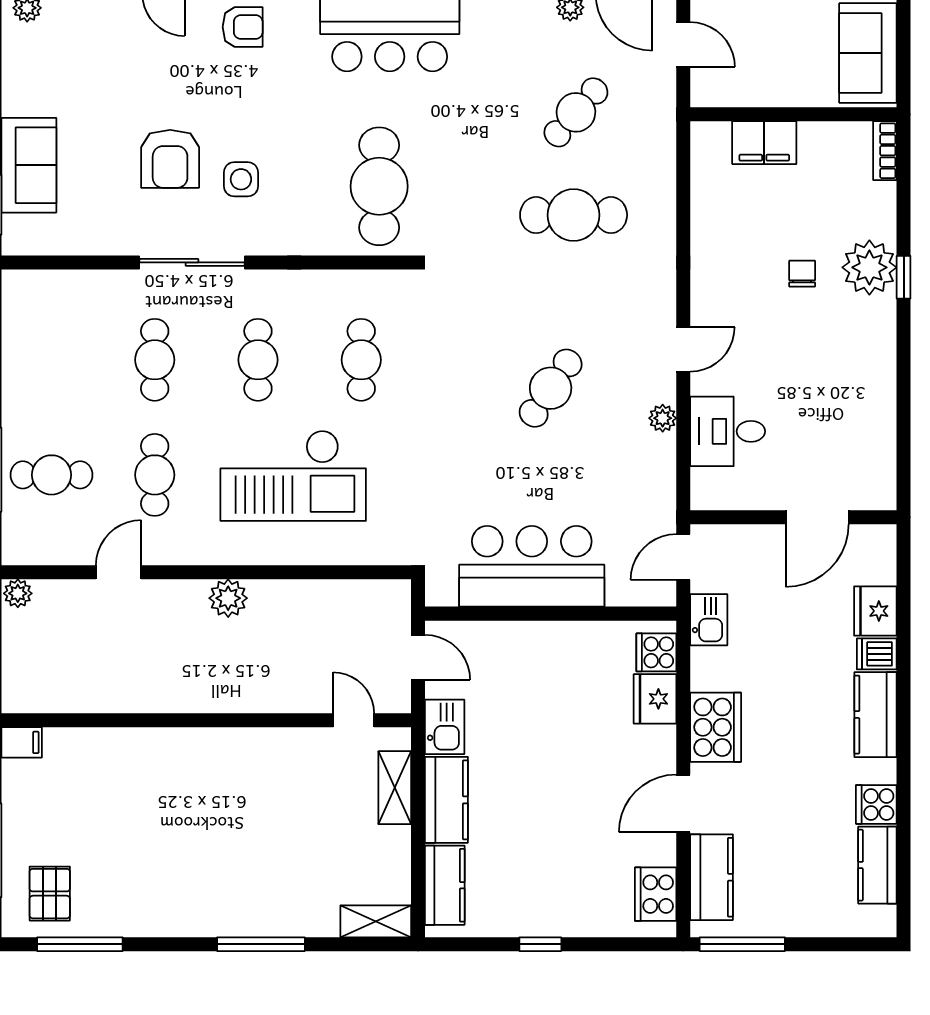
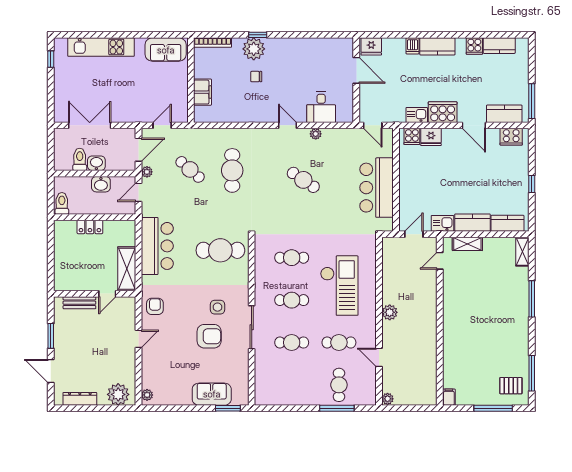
bookcase: (885, 151) -> (213, 43), width x1.56
fridge: (875, 611) -> (371, 46), moved
kitchen sink: (709, 620) -> (417, 115), moved

